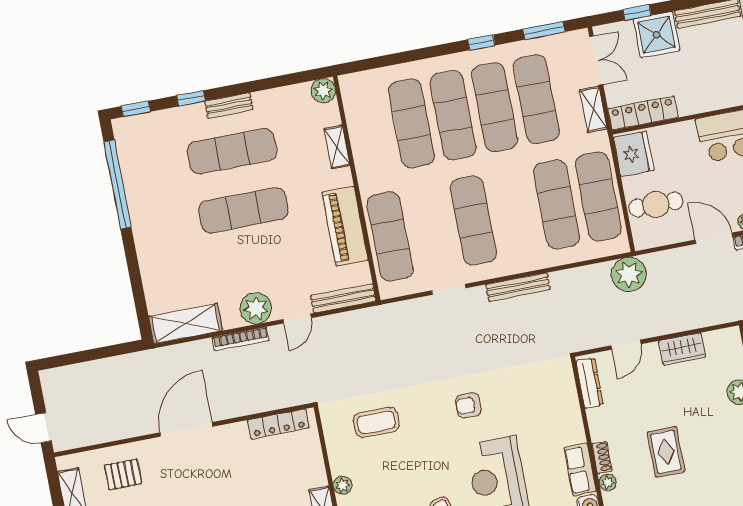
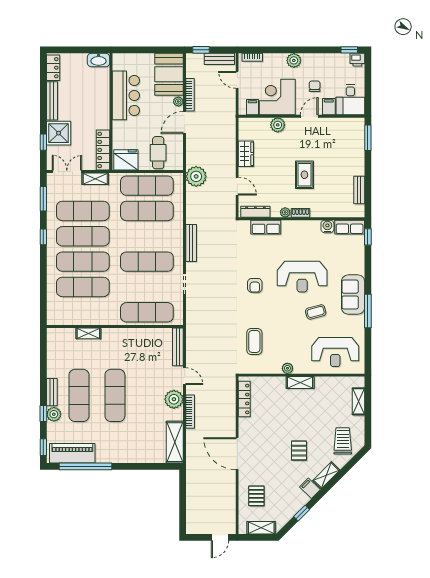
plant: (323, 91) -> (54, 414), moved
piano: (345, 226) -> (72, 453), moved, turned 180
rug: (666, 452) -> (304, 175), turned 90
row of seats: (580, 470) -> (266, 227), moved
plant: (608, 482) -> (285, 212), moved

